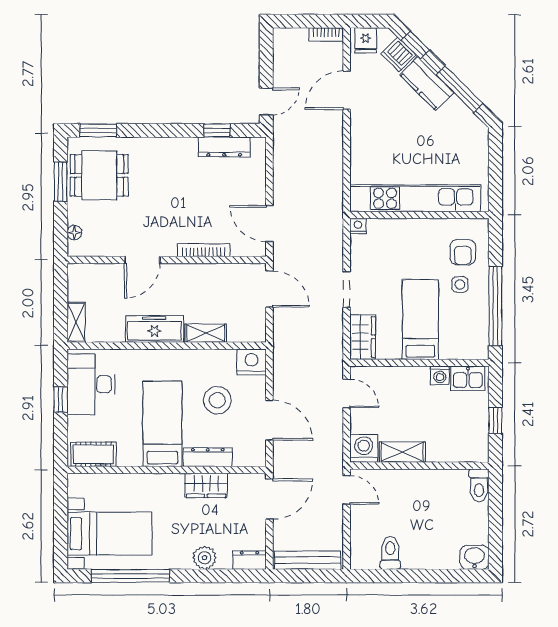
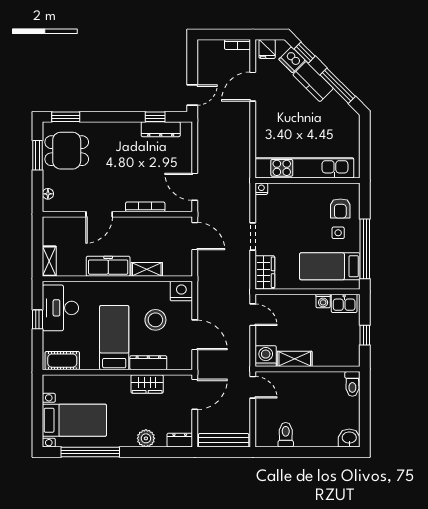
bed: (420, 320) -> (330, 266), moved, turned -90

